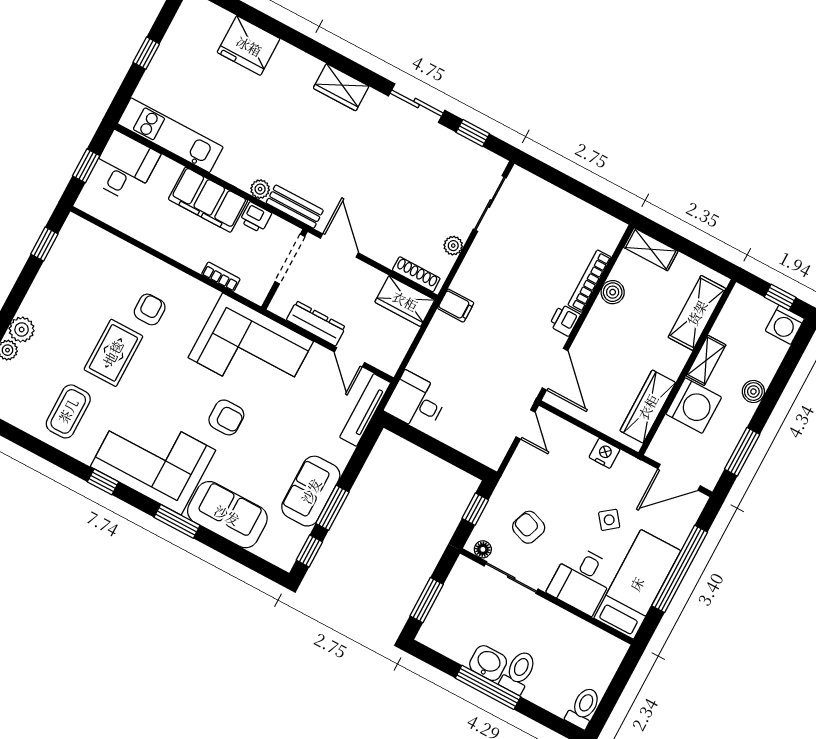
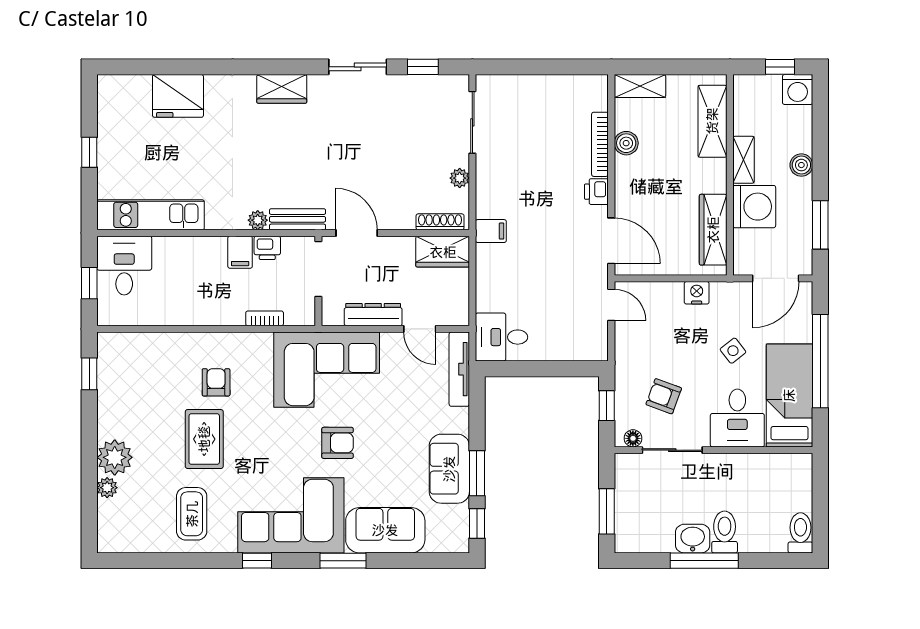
filing cabinet: (208, 200) -> (240, 252), width x0.33, depth x0.86
plant: (22, 329) -> (115, 457), width x1.36, depth x1.36

